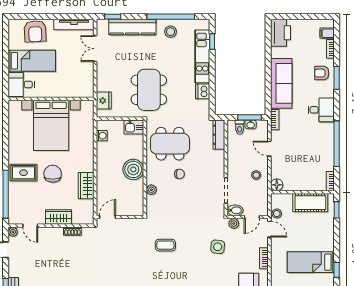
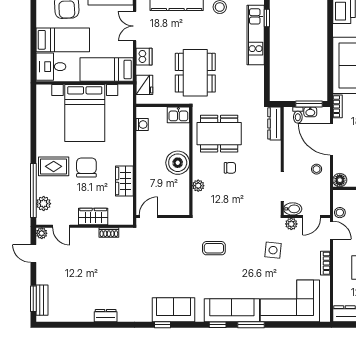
bed: (70, 87) -> (107, 69), added
dishwasher: (203, 91) -> (144, 57), moved, turned 180
door: (269, 149) -> (332, 139), width x1.88
plant: (15, 206) -> (44, 204), added

